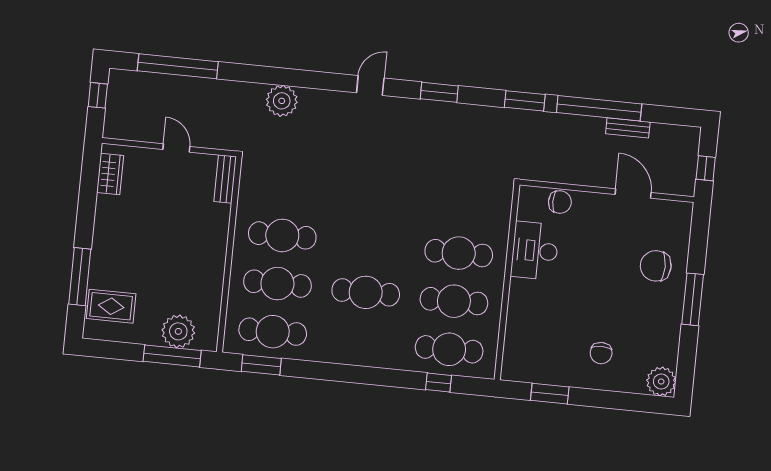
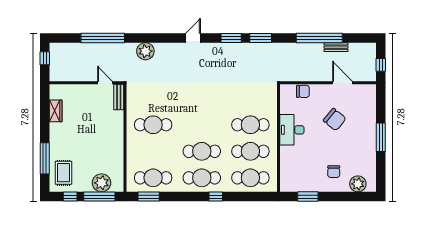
window: (178, 66) -> (103, 38), moved
window: (525, 101) -> (261, 38), moved
door: (176, 148) -> (105, 83), moved
wardrobe: (110, 174) -> (56, 111), moved
desk: (535, 251) -> (292, 130), moved
chair: (656, 266) -> (335, 120), moved, turned -141
cafe table: (277, 284) -> (202, 178), moved
rug: (111, 306) -> (63, 173), turned 90
window: (119, 351) -> (70, 197), added
plant: (661, 381) -> (358, 184), moved
window: (438, 383) -> (216, 197), moved

